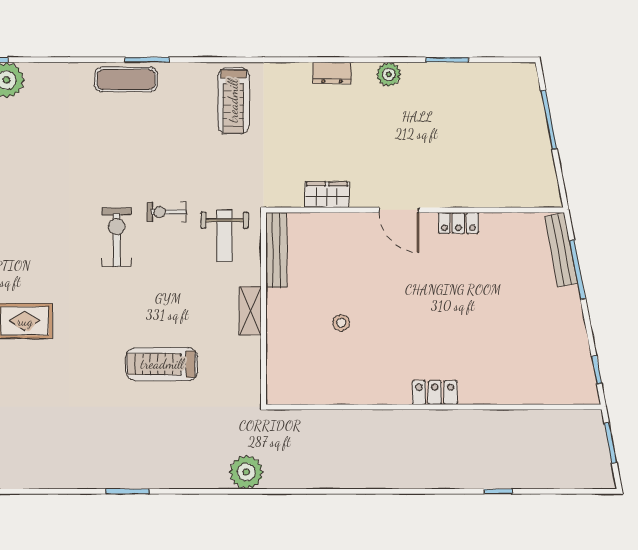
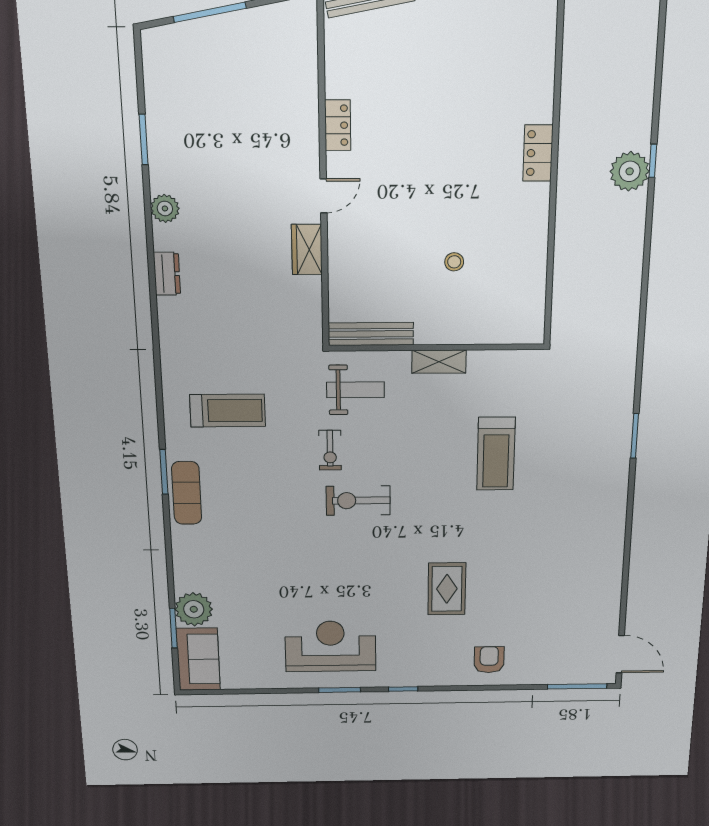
treadmill: (233, 101) -> (228, 411), moved
wardrobe: (327, 195) -> (307, 249), moved
door: (399, 210) -> (324, 196), width x0.73
plant: (246, 472) -> (630, 171), moved
window: (127, 491) -> (635, 436), moved
window: (498, 491) -> (653, 161), moved

